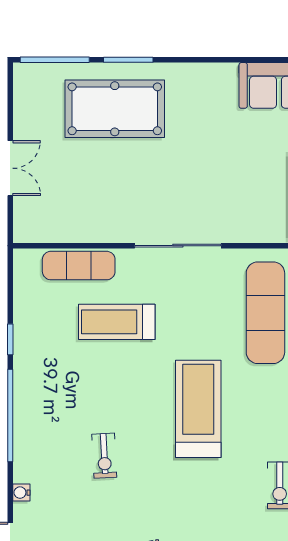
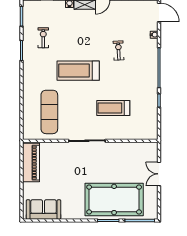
pool table: (115, 109) -> (114, 199), width x1.36, depth x1.32
exercise mat: (79, 266) -> (130, 132), removed
treadmill: (117, 322) -> (113, 108), turned 180
treadmill: (198, 409) -> (78, 71), turned 90

